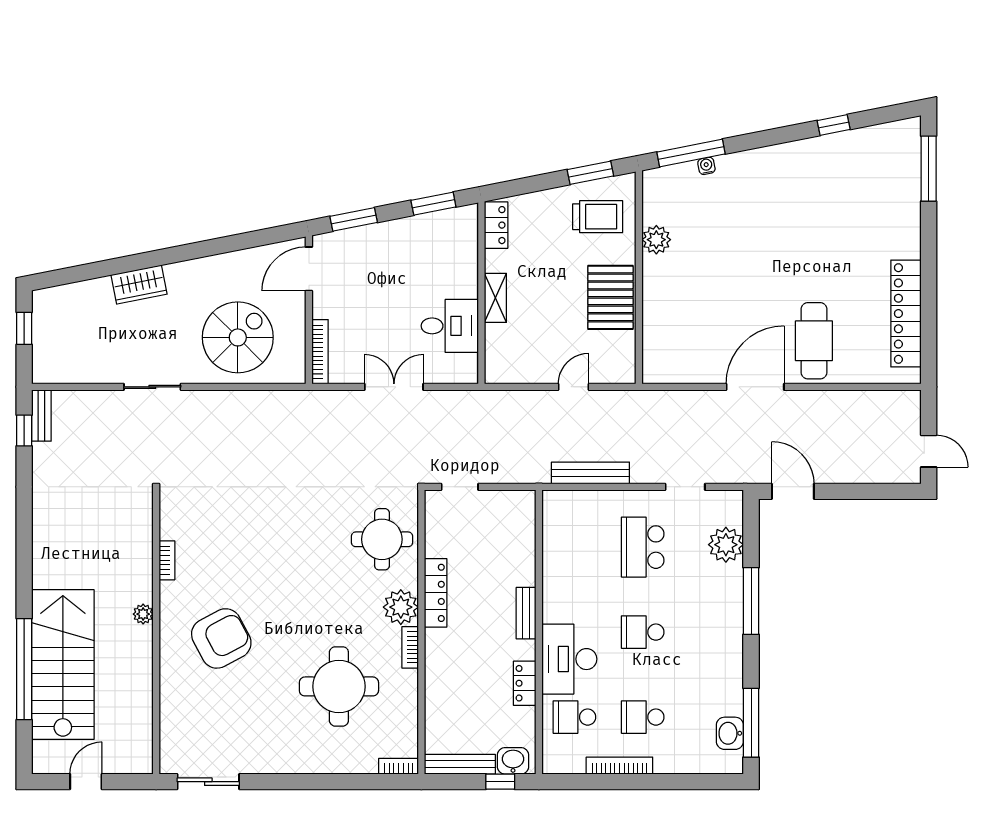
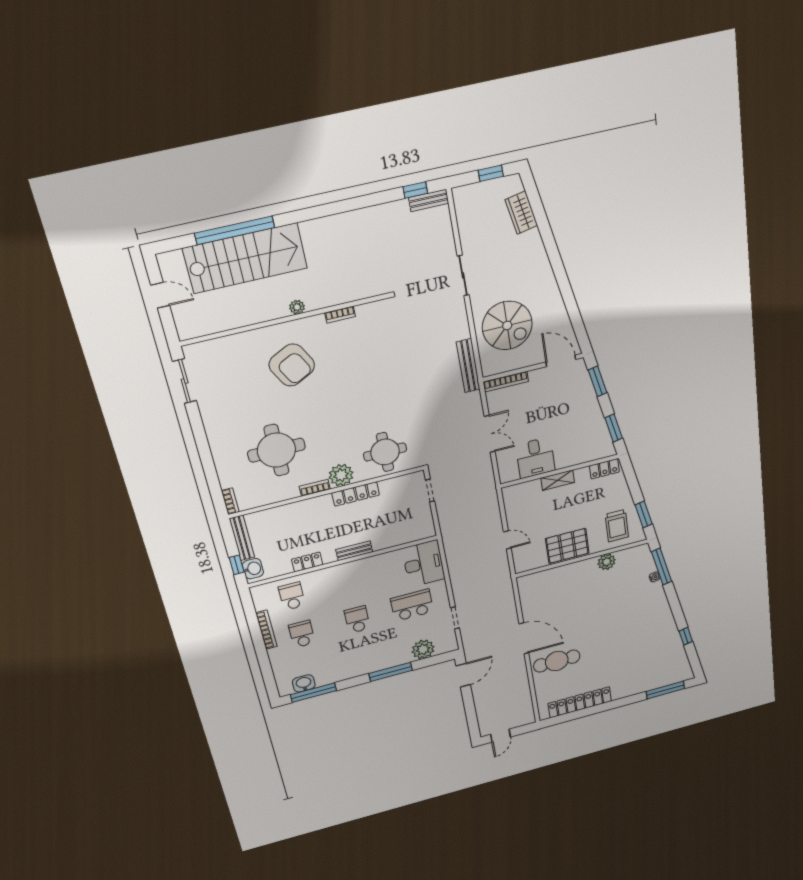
wardrobe: (139, 284) -> (521, 213), moved
bench: (590, 473) -> (468, 366), moved
desk: (569, 659) -> (424, 564), moved, turned 90

